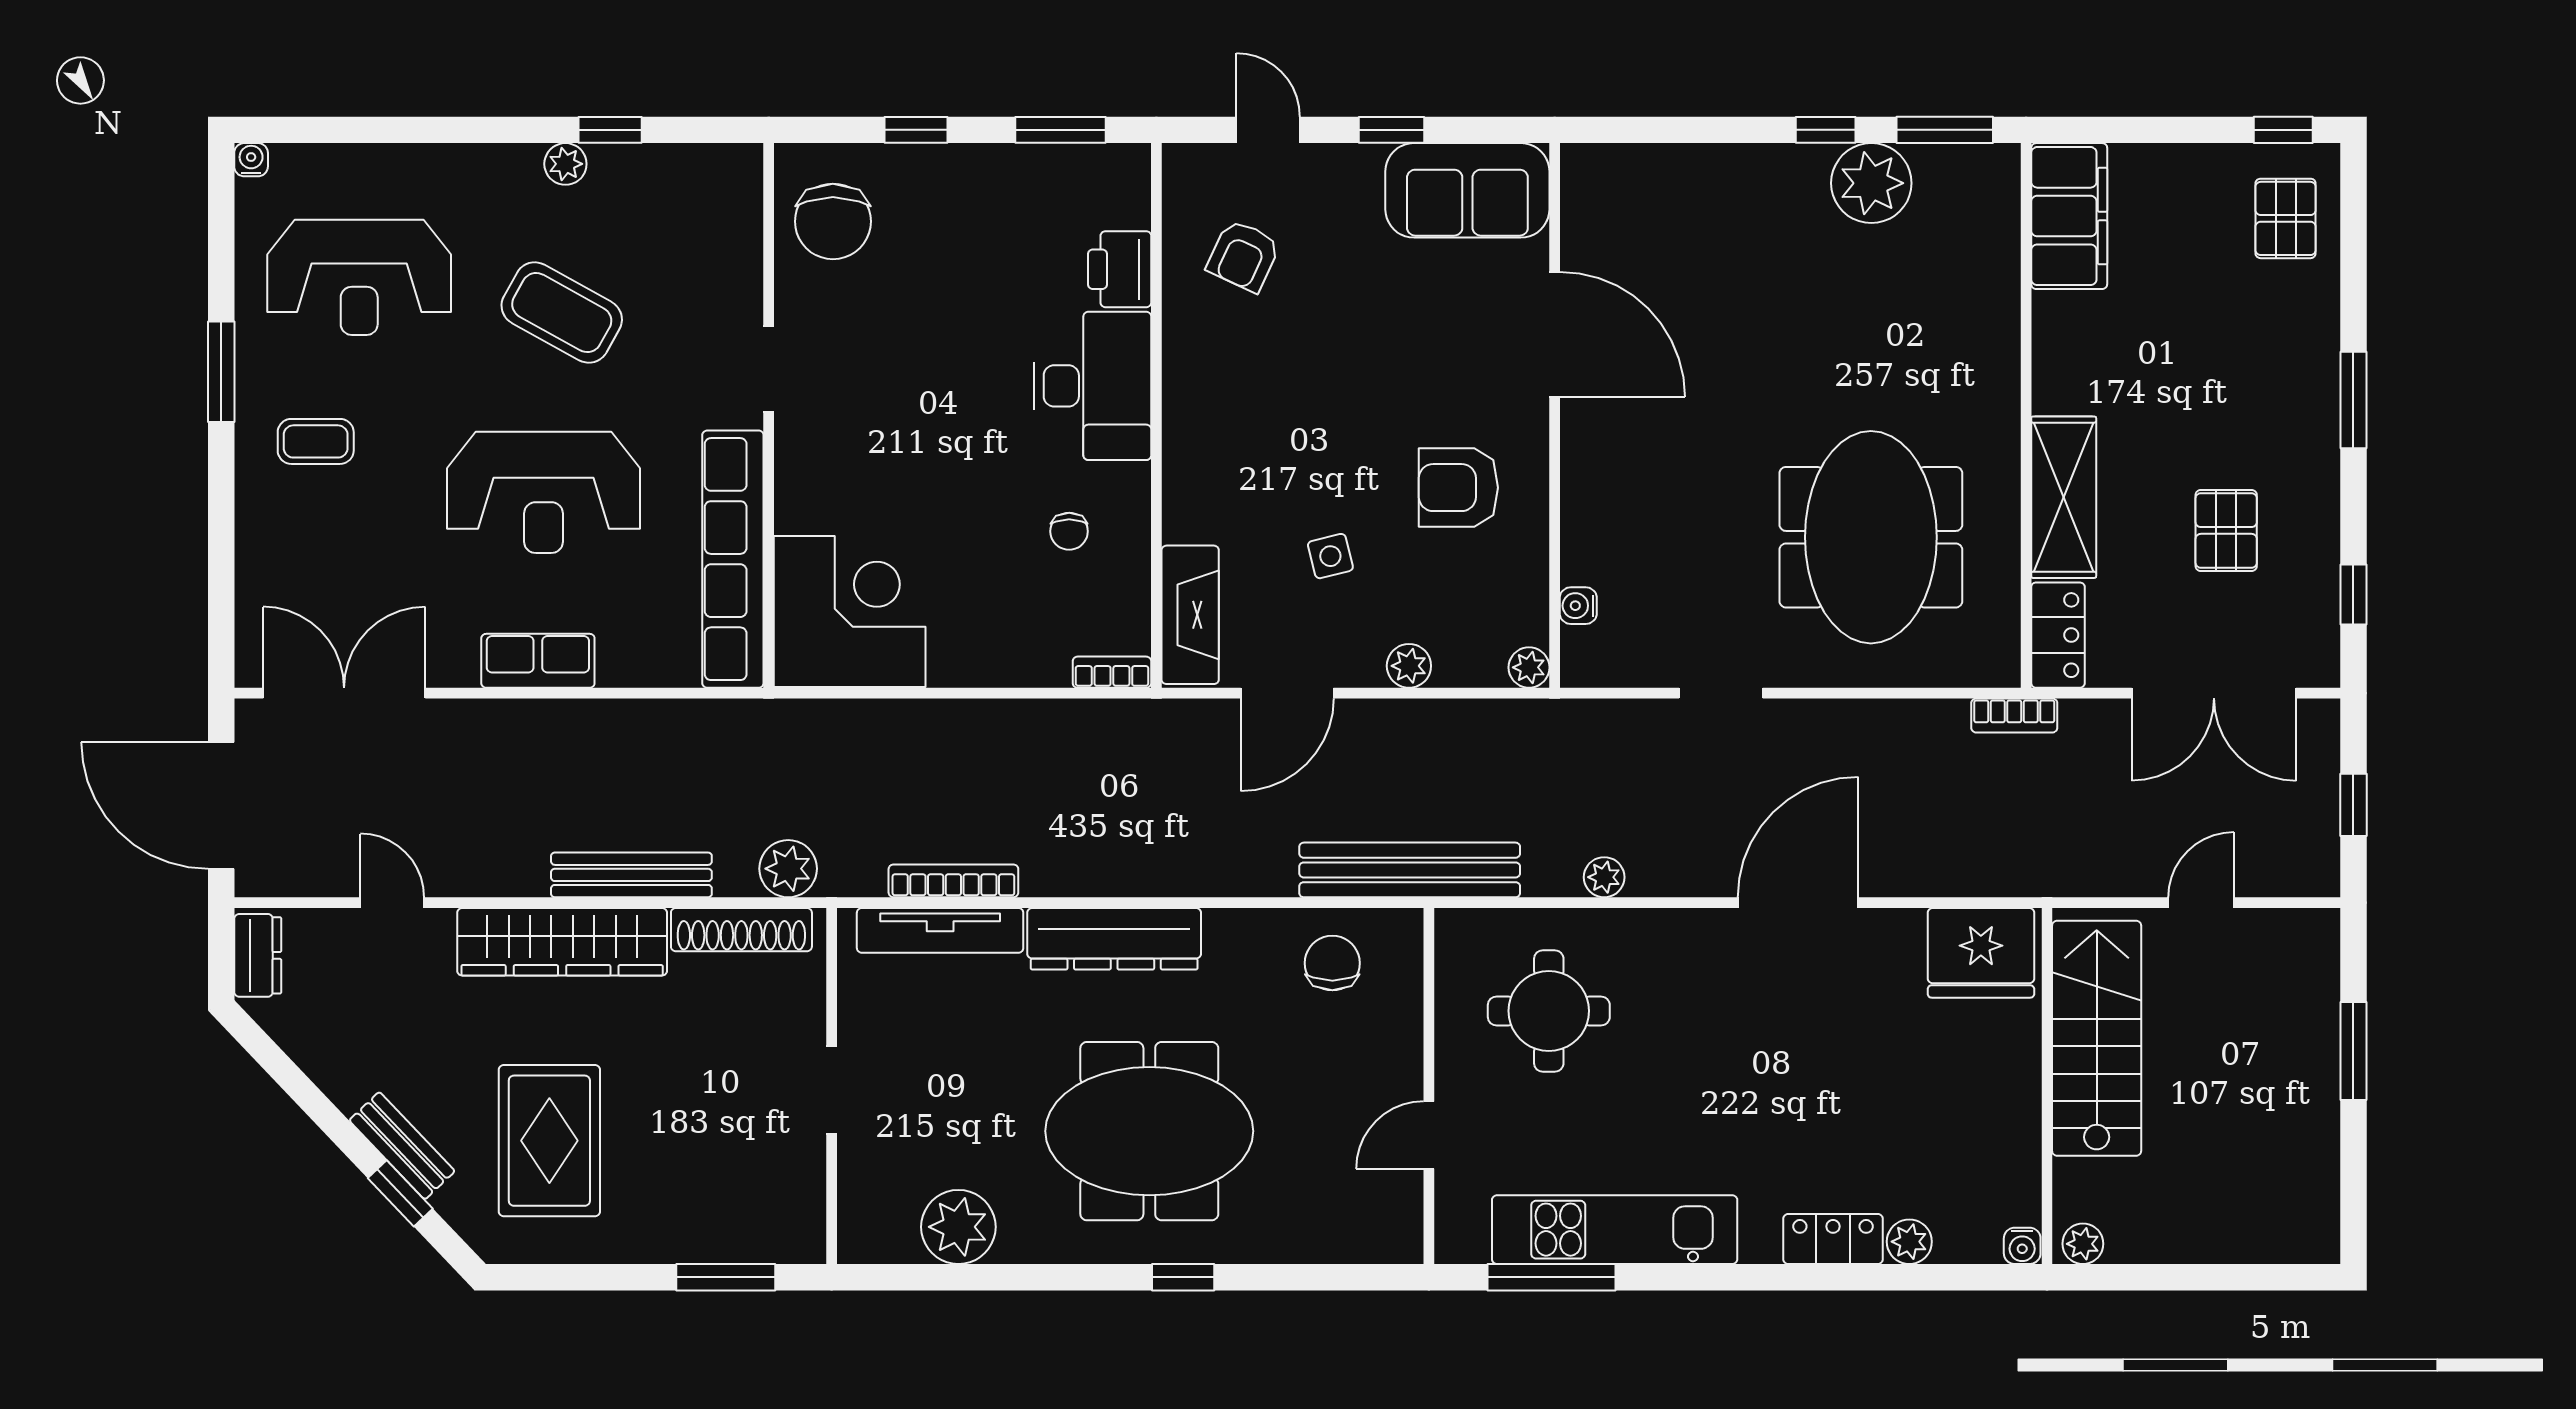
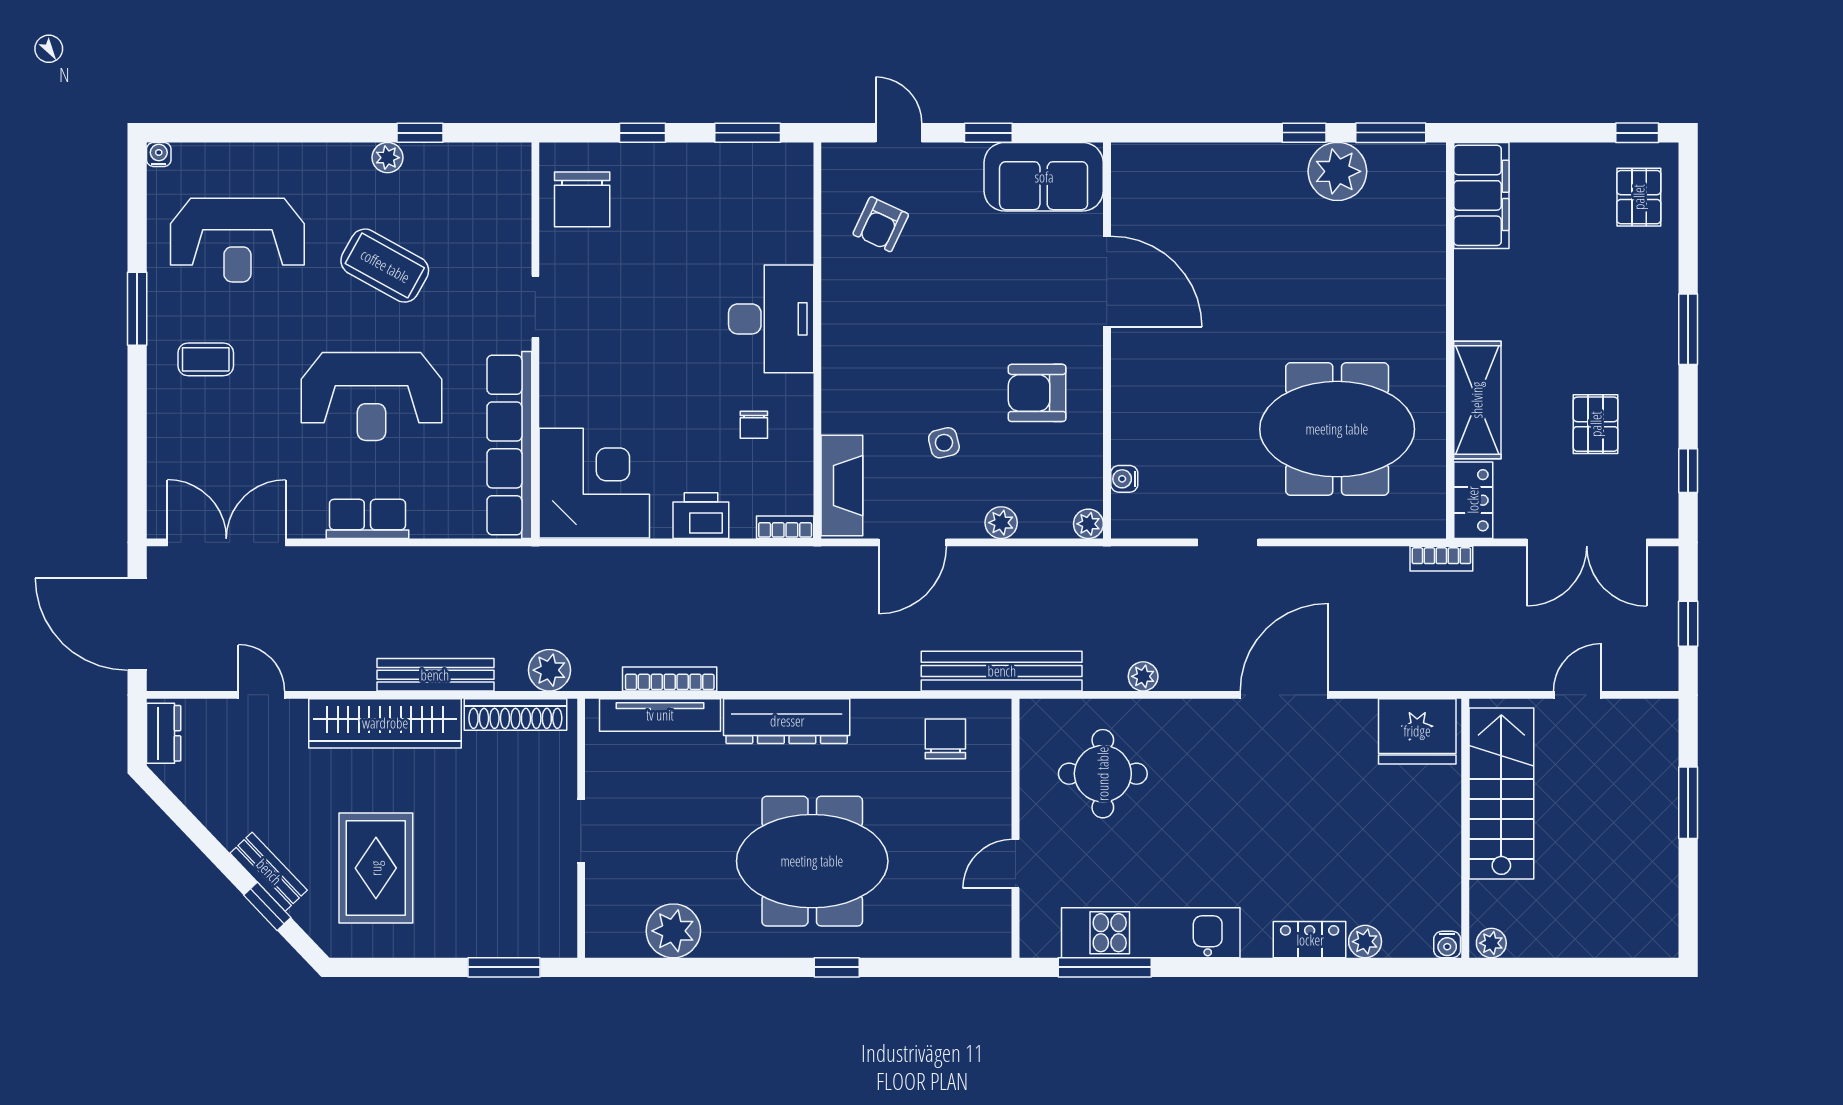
printer: (1120, 269) -> (701, 516), moved, turned 90
meeting table: (1871, 537) -> (1337, 429), turned 90

